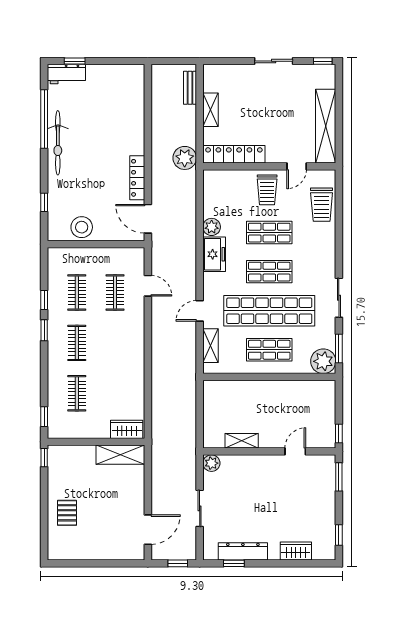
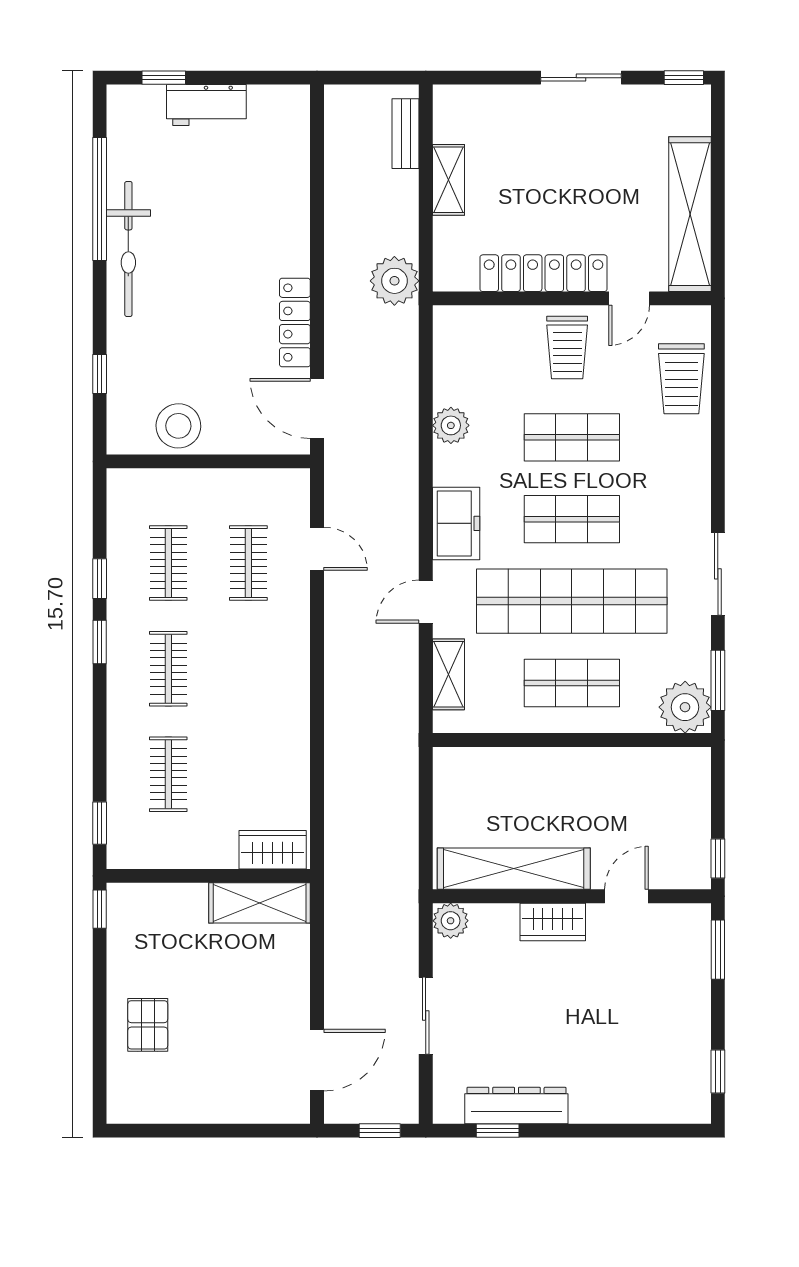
workbench: (66, 74) -> (206, 105), moved
locker: (234, 154) -> (544, 273), moved
freezer: (214, 254) -> (456, 523), moved
shelving: (242, 441) -> (514, 869), width x2.20, depth x1.33
wardrobe: (296, 551) -> (553, 922), moved, turned 180

